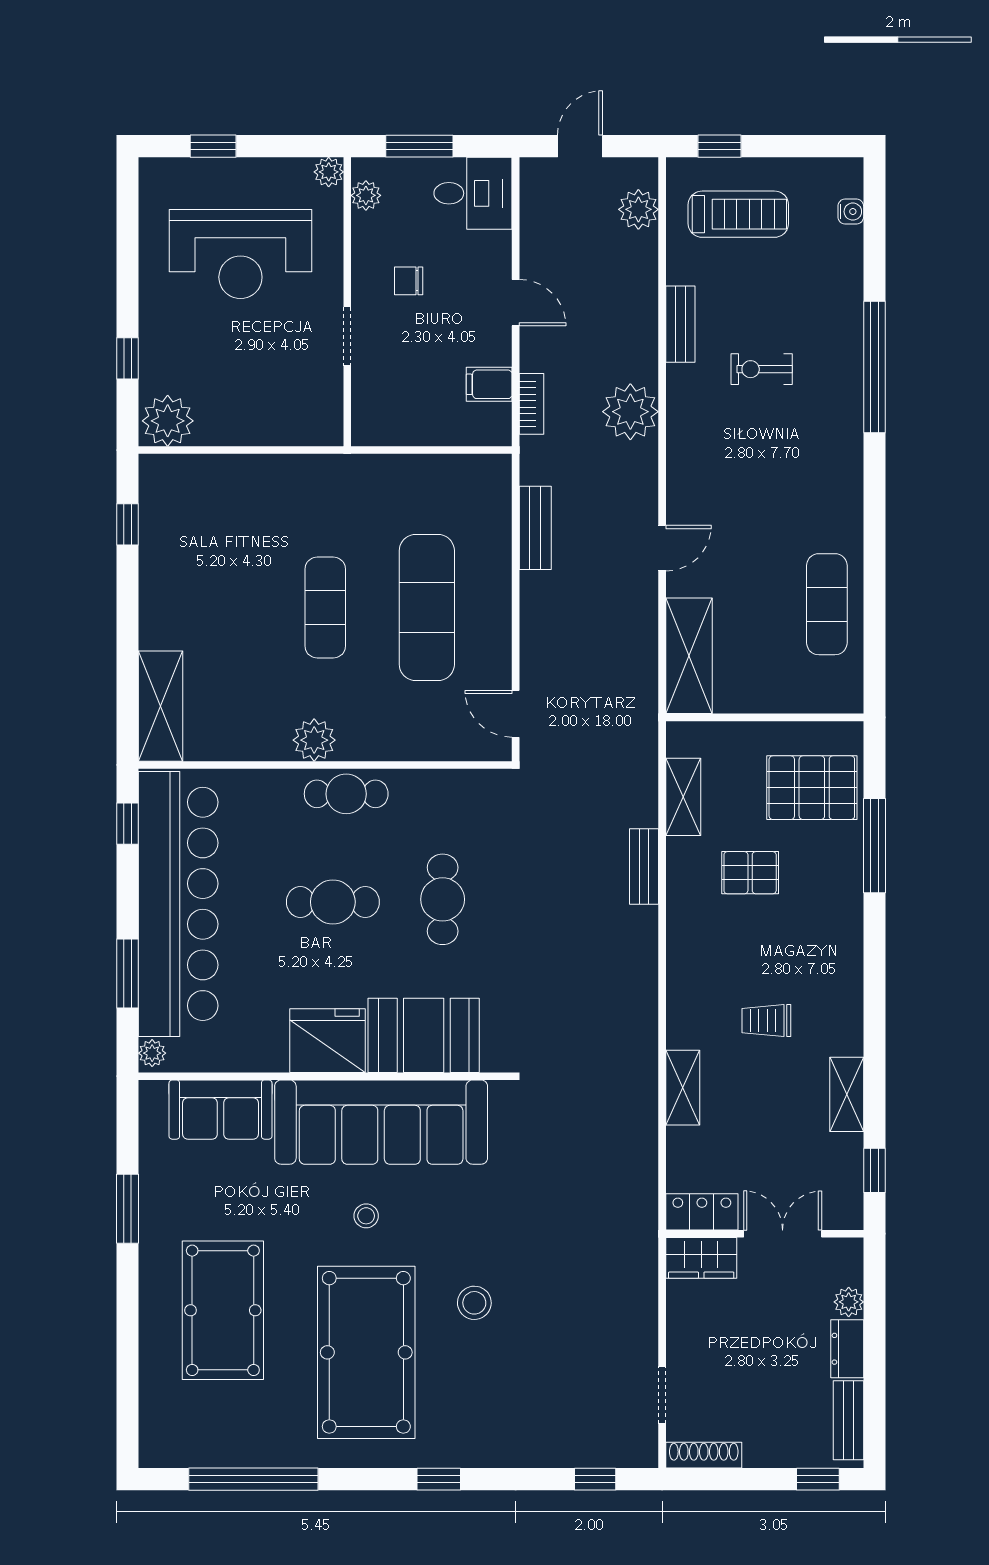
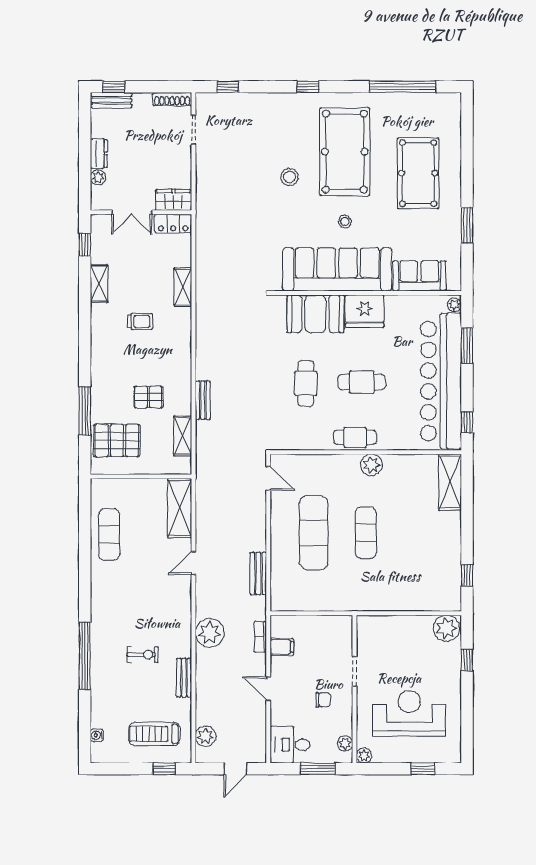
bench: (848, 1420) -> (111, 100), moved, turned 90

